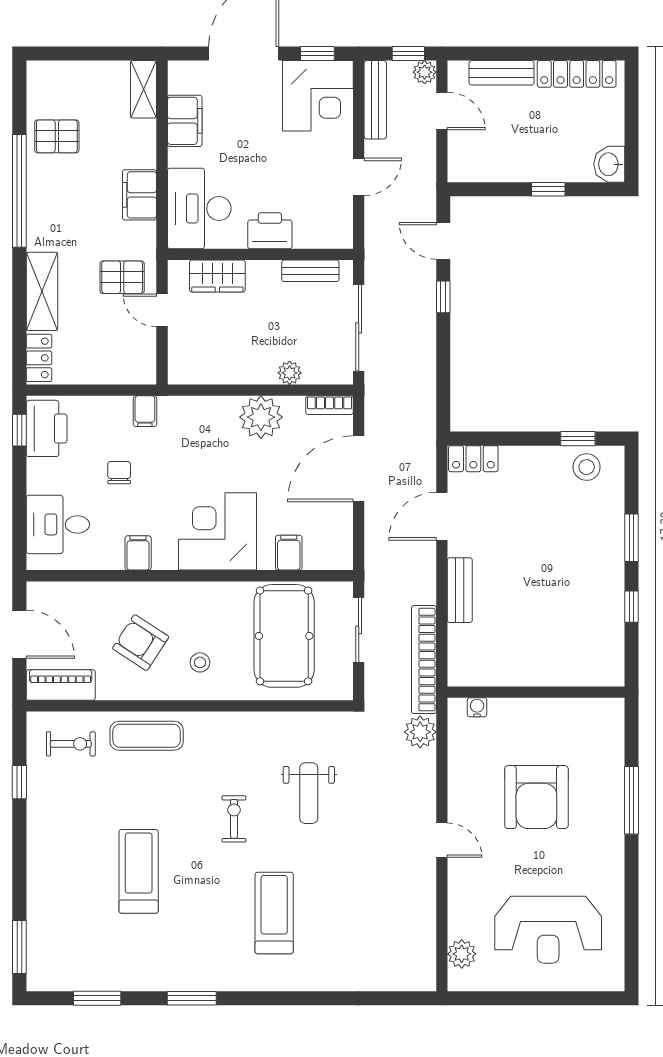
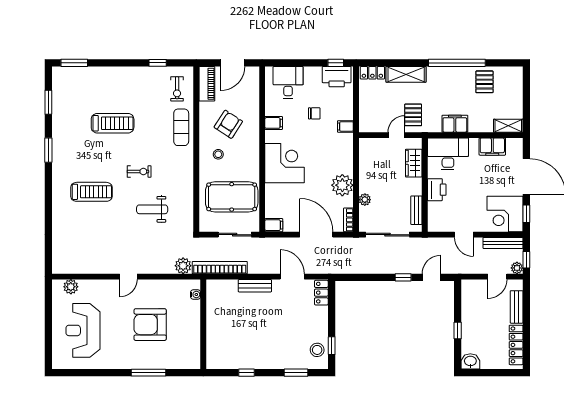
window: (632, 538) -> (296, 373), moved
filing cabinet: (289, 553) -> (274, 225), moved

